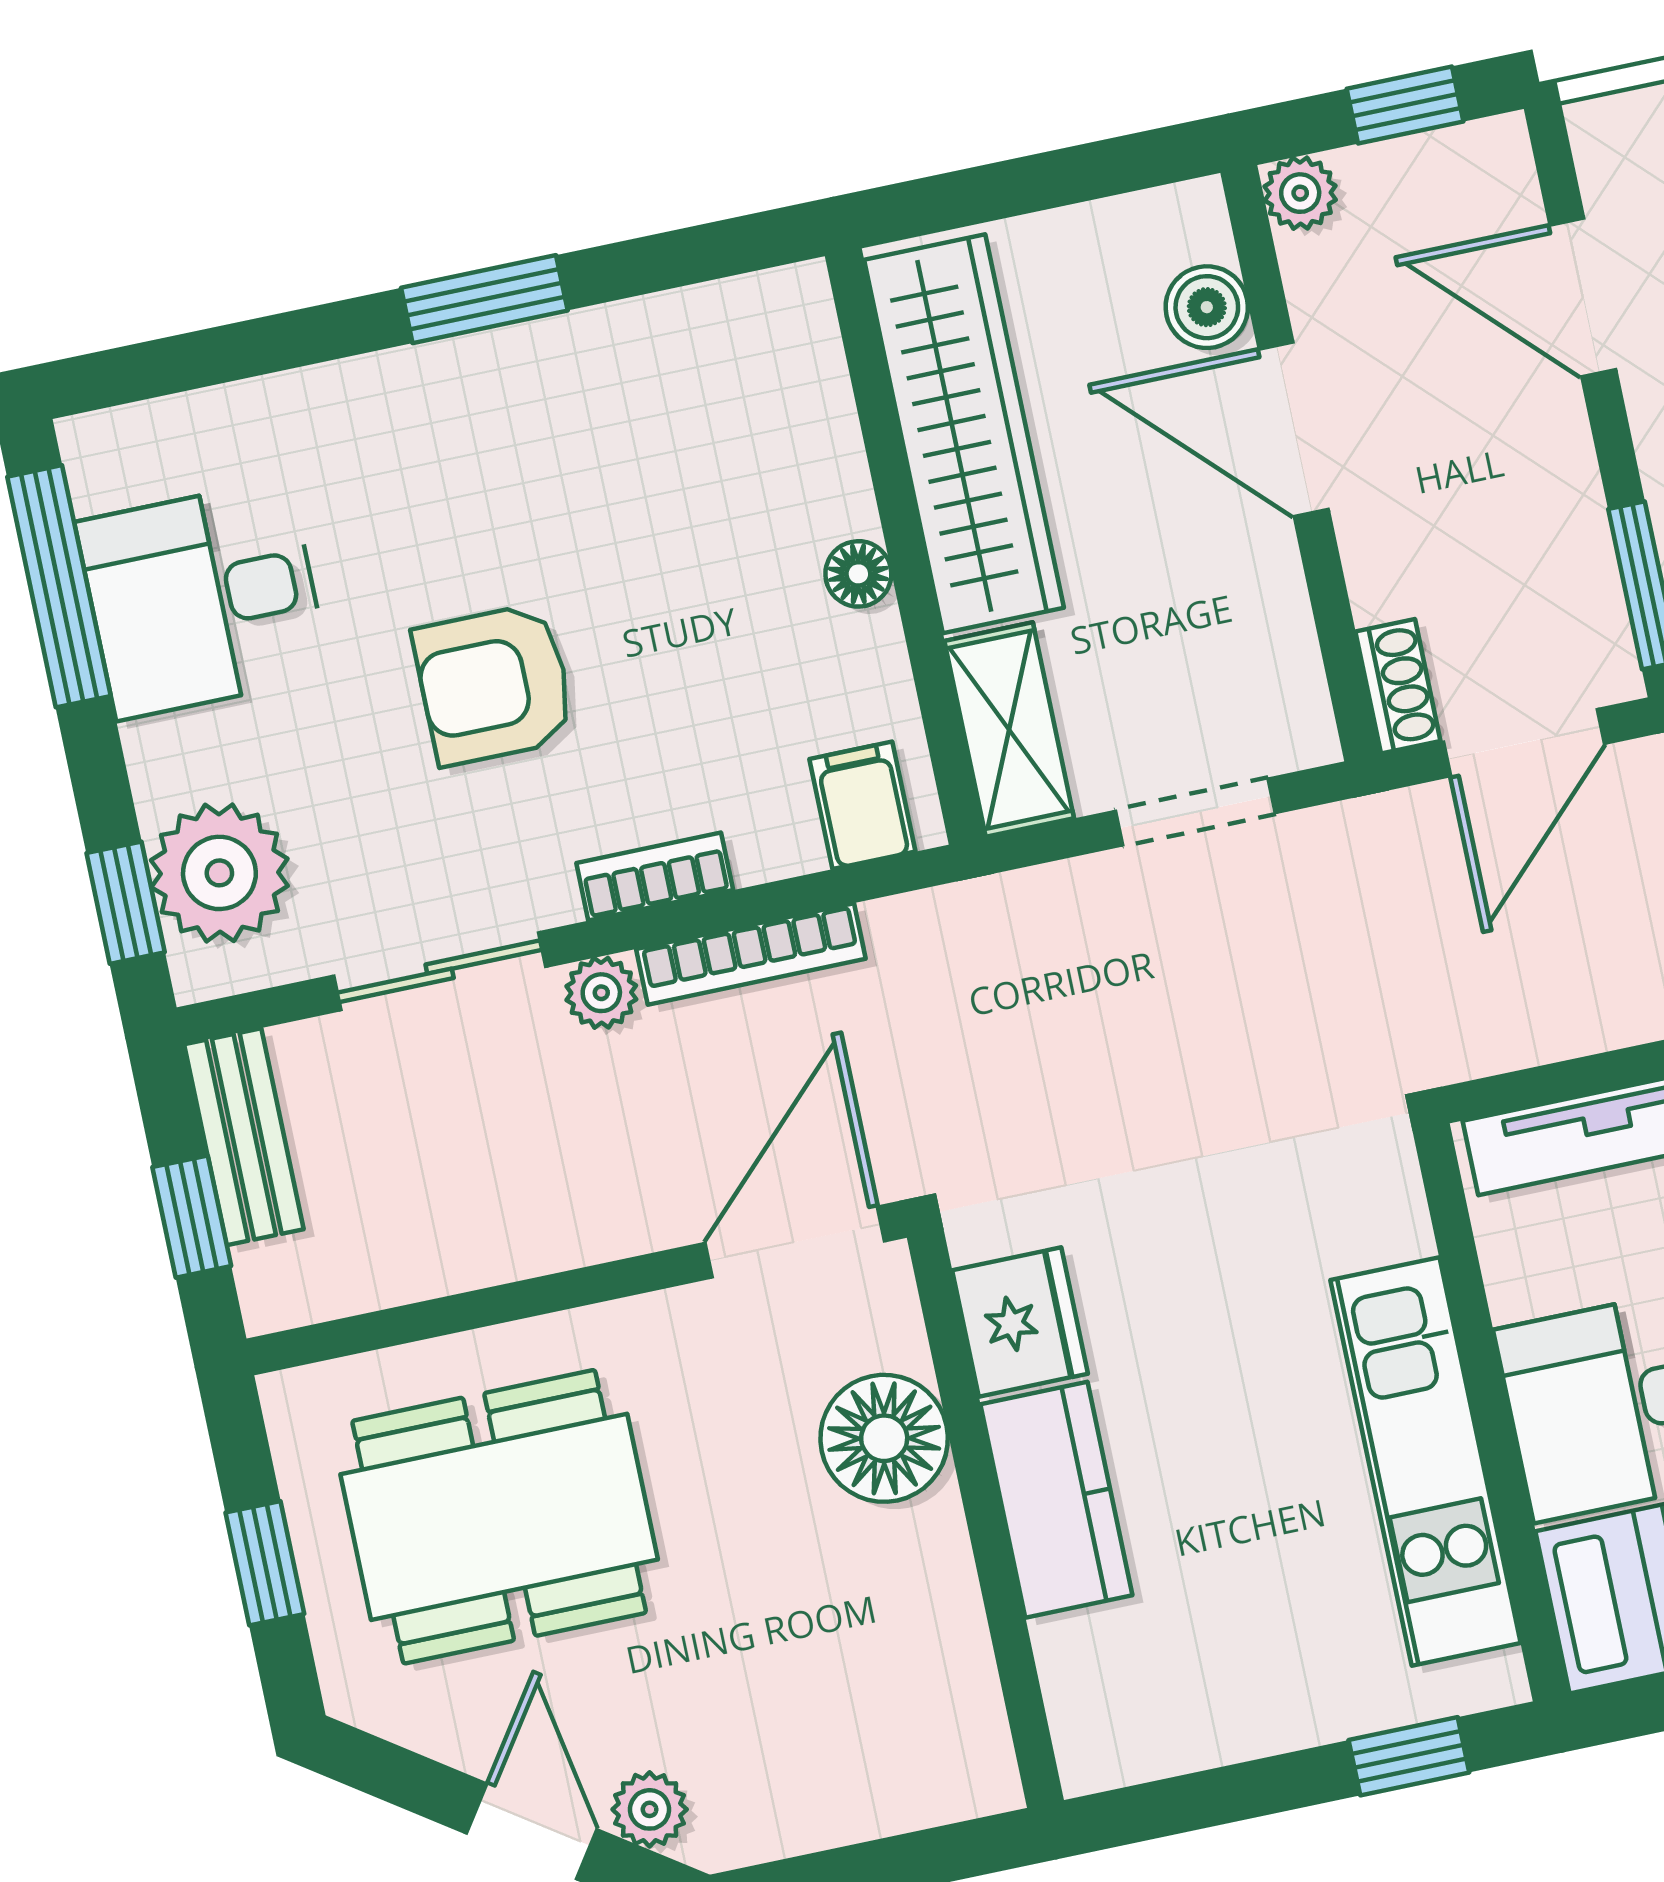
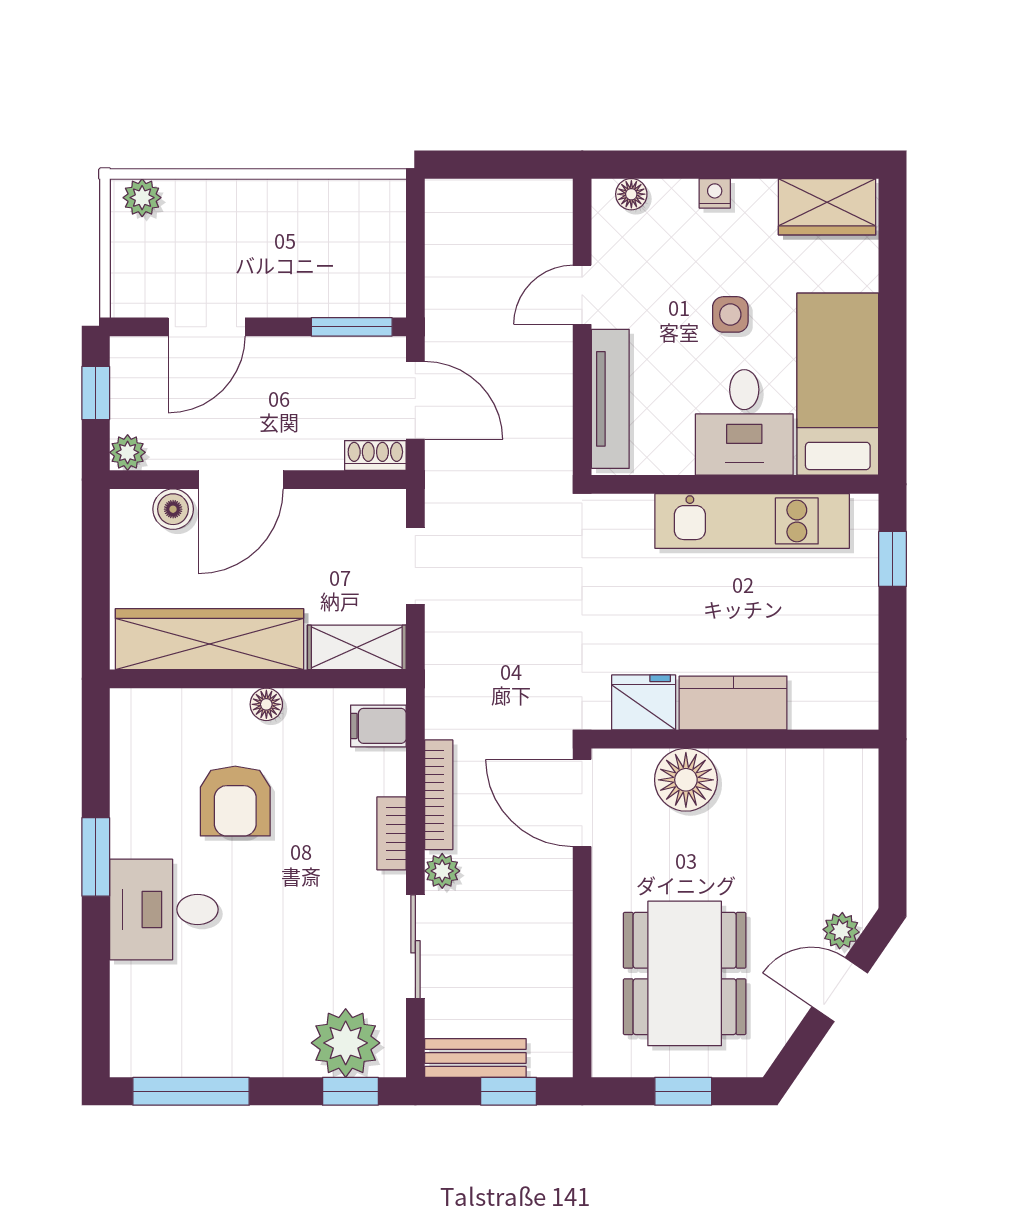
desk: (203, 599) -> (164, 909), moved, turned 90
armchair: (494, 684) -> (235, 801), moved

